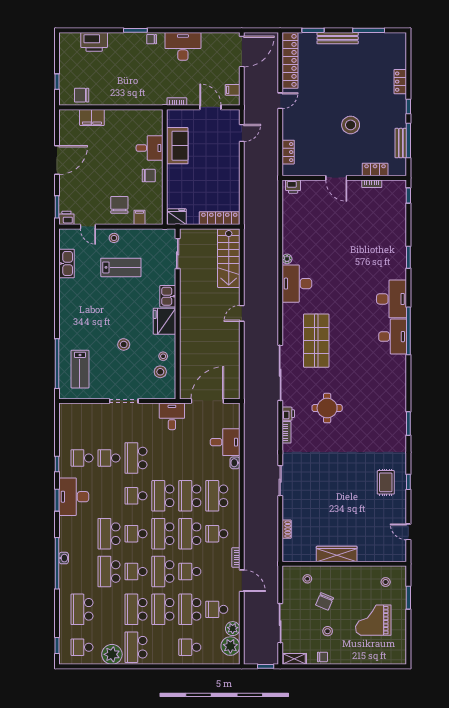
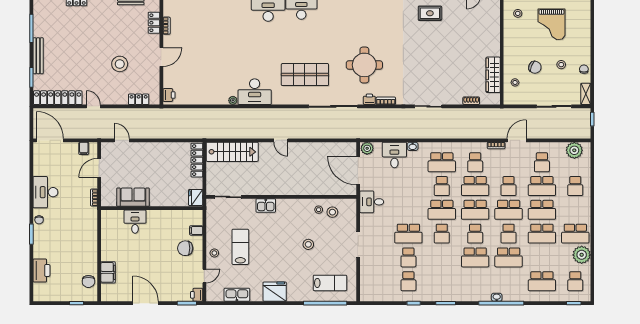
stool: (351, 125) -> (120, 64), moved
chair: (149, 176) -> (159, 222), removed
fridge: (165, 321) -> (275, 292), moved, turned 180
round table: (327, 408) -> (364, 65), width x1.36, depth x1.36
school desk: (190, 496) -> (442, 186), width x0.54
desk: (74, 497) -> (443, 288), removed
wardrobe: (337, 554) -> (493, 75), moved
plant: (233, 629) -> (367, 148), moved

